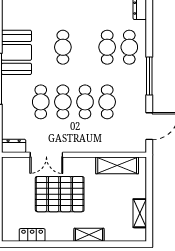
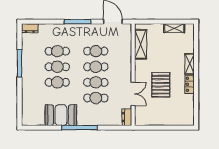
cafe table: (129, 47) -> (57, 67), moved
pallet: (60, 194) -> (161, 85), width x0.73, depth x0.71
locker: (32, 235) -> (190, 84), moved

